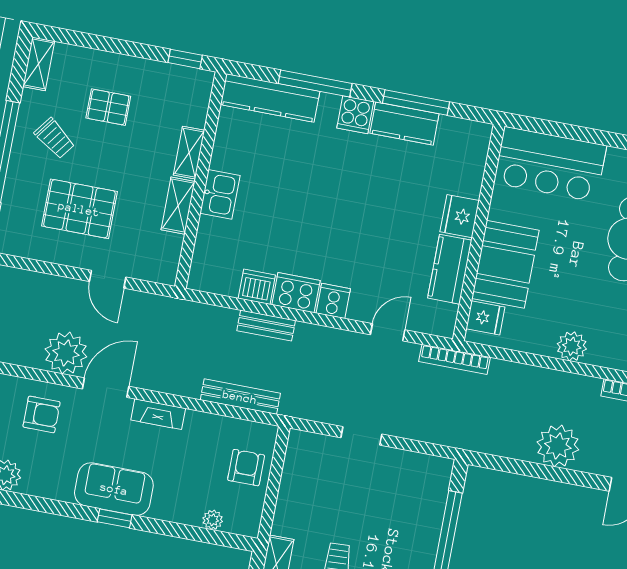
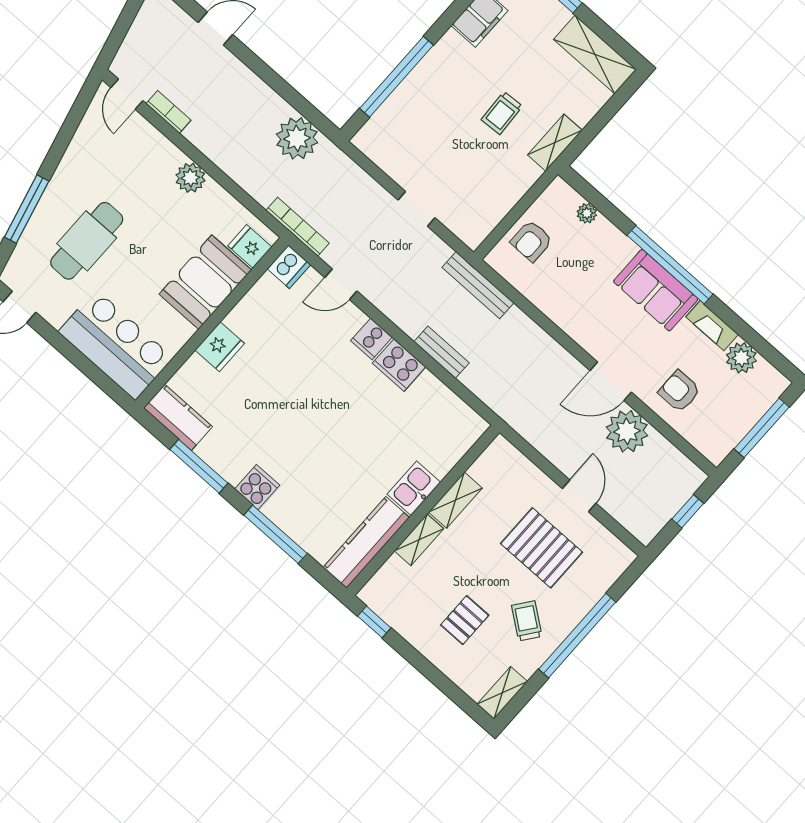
kitchen counter: (270, 98) -> (366, 542), moved, turned -90
pallet: (108, 107) -> (465, 620), turned 90
kitchen counter: (404, 124) -> (178, 417), moved
kitchen counter: (450, 269) -> (255, 306), removed
door: (108, 279) -> (579, 496), moved
dishwasher: (257, 287) -> (289, 267), moved, turned -90
bench: (240, 397) -> (478, 285), moved
fireplace: (158, 414) -> (712, 326), moved, turned 180
plant: (558, 446) -> (297, 138), moved
window: (115, 518) -> (670, 265), width x3.17

